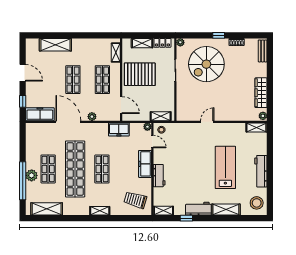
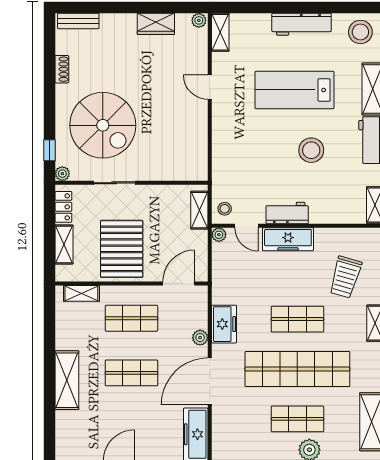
window: (219, 35) -> (49, 150), moved
shelving: (55, 45) -> (67, 380), moved
wardrobe: (261, 93) -> (156, 24), width x0.67
door: (207, 122) -> (210, 87), moved
freezer: (119, 129) -> (224, 324), moved
door: (152, 142) -> (246, 226), swing flipped
workbench: (159, 176) -> (287, 213), moved
stool: (193, 176) -> (311, 150), added
trolley: (135, 200) -> (345, 277), moved

